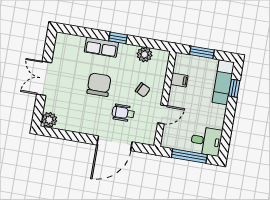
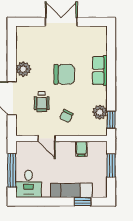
window: (118, 38) -> (111, 120), moved
exam couch: (223, 82) -> (71, 190), moved
wheelchair: (123, 113) -> (42, 101), turned 180
plant: (49, 120) -> (23, 69), moved

